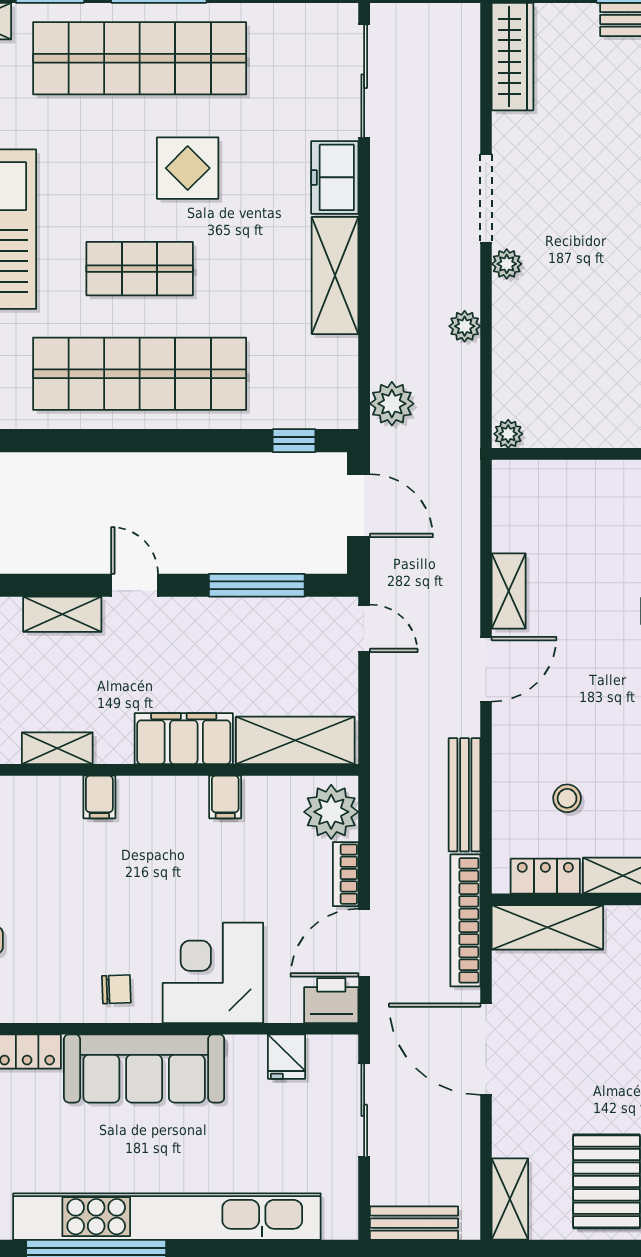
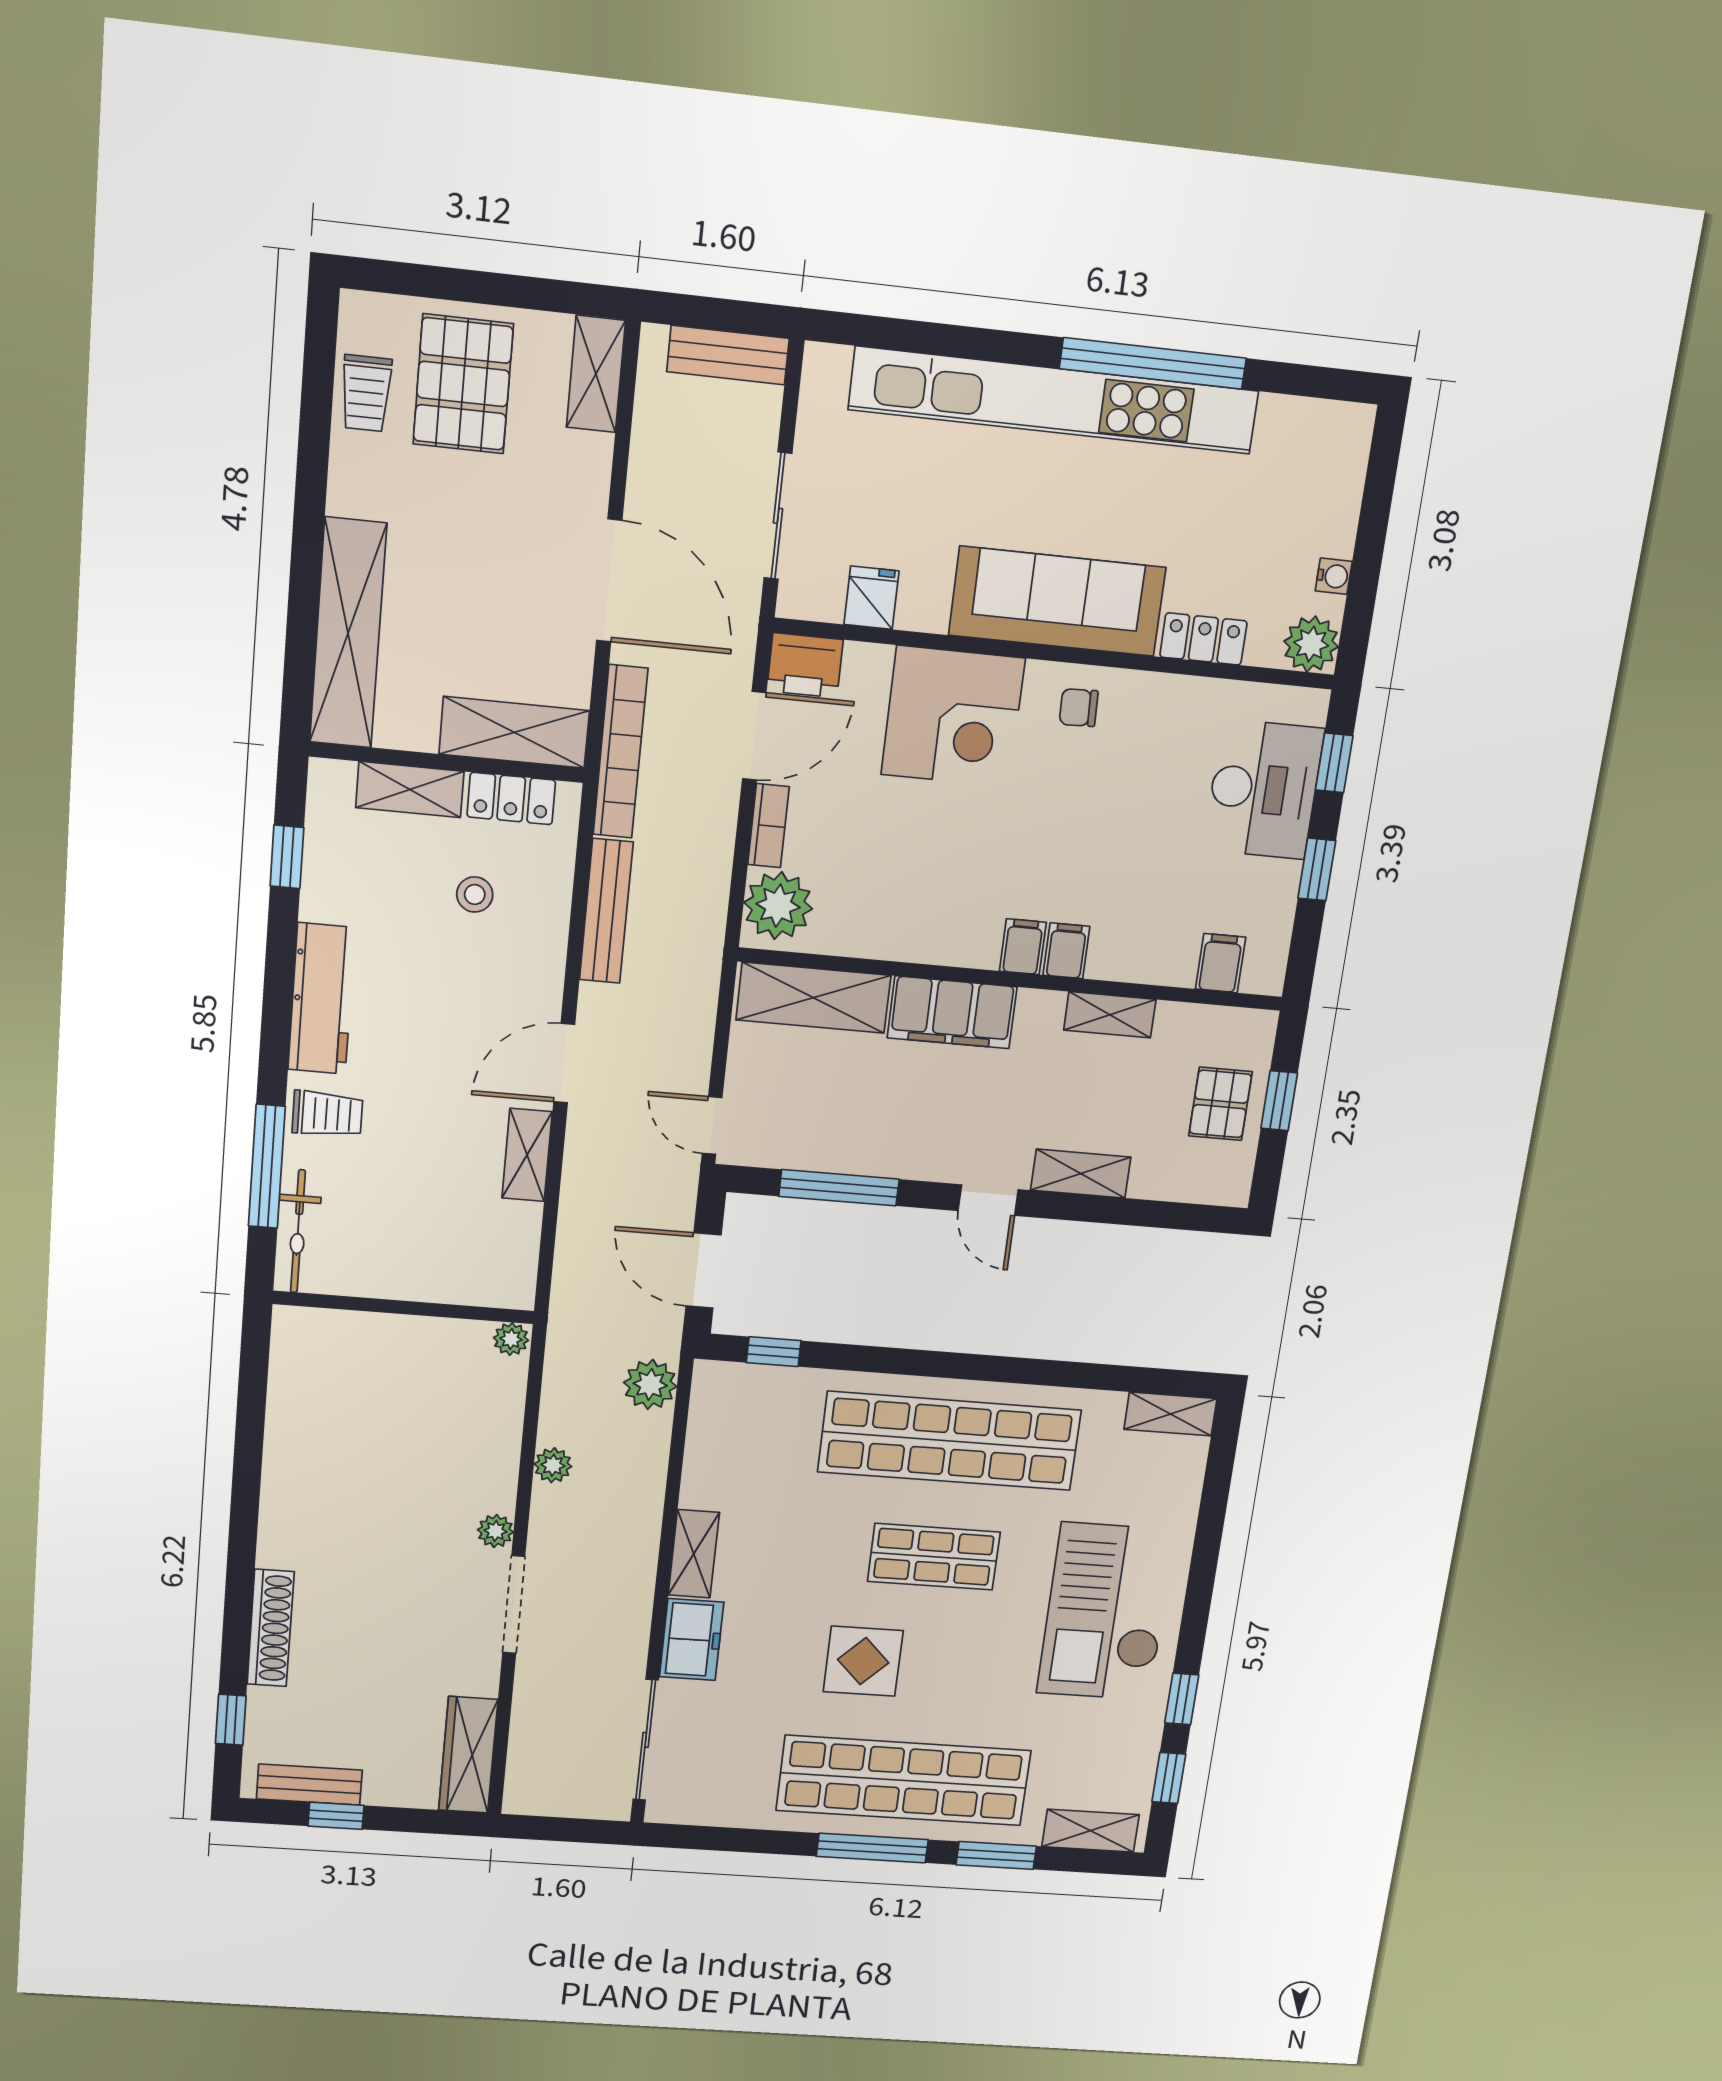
shelving: (335, 275) -> (694, 1554), width x0.67, depth x0.75
filing cabinet: (225, 797) -> (1023, 947), moved

